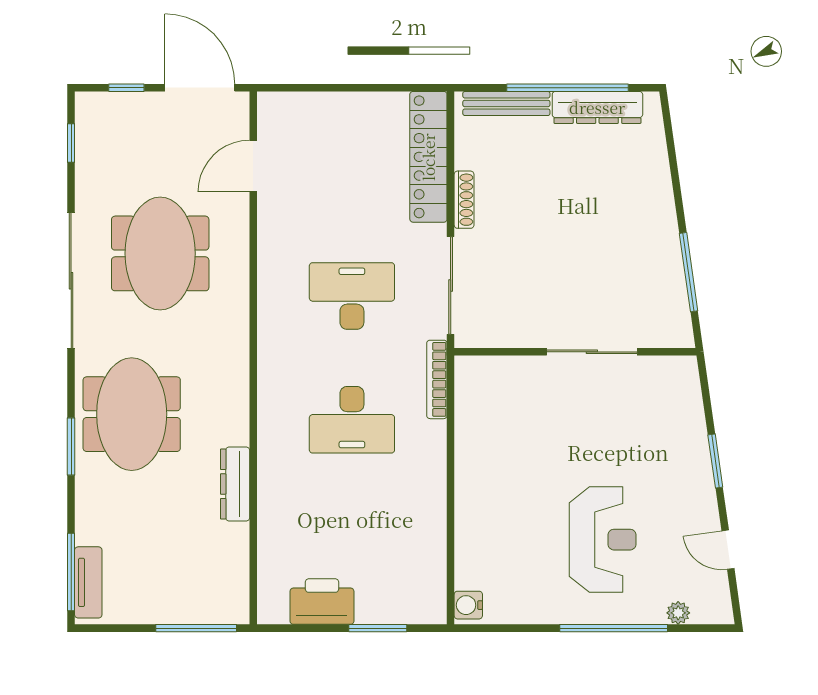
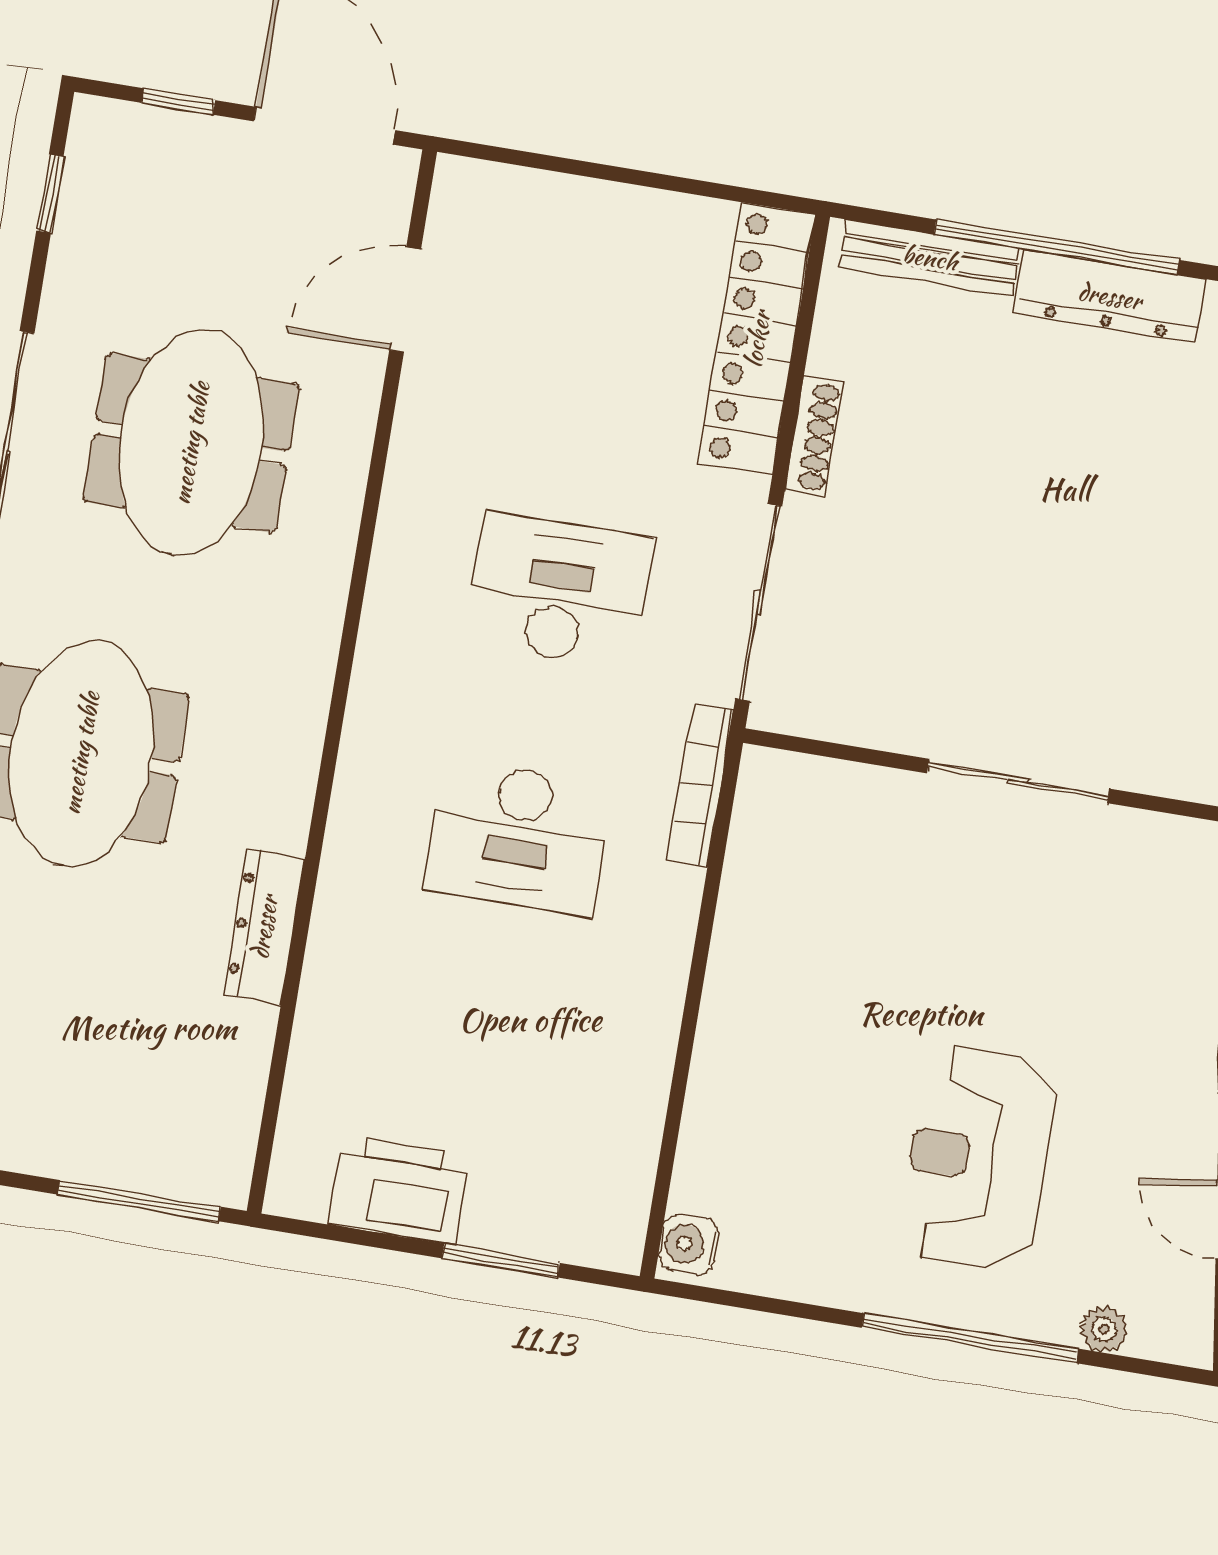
reception desk: (603, 540) -> (978, 1158), turned 180

